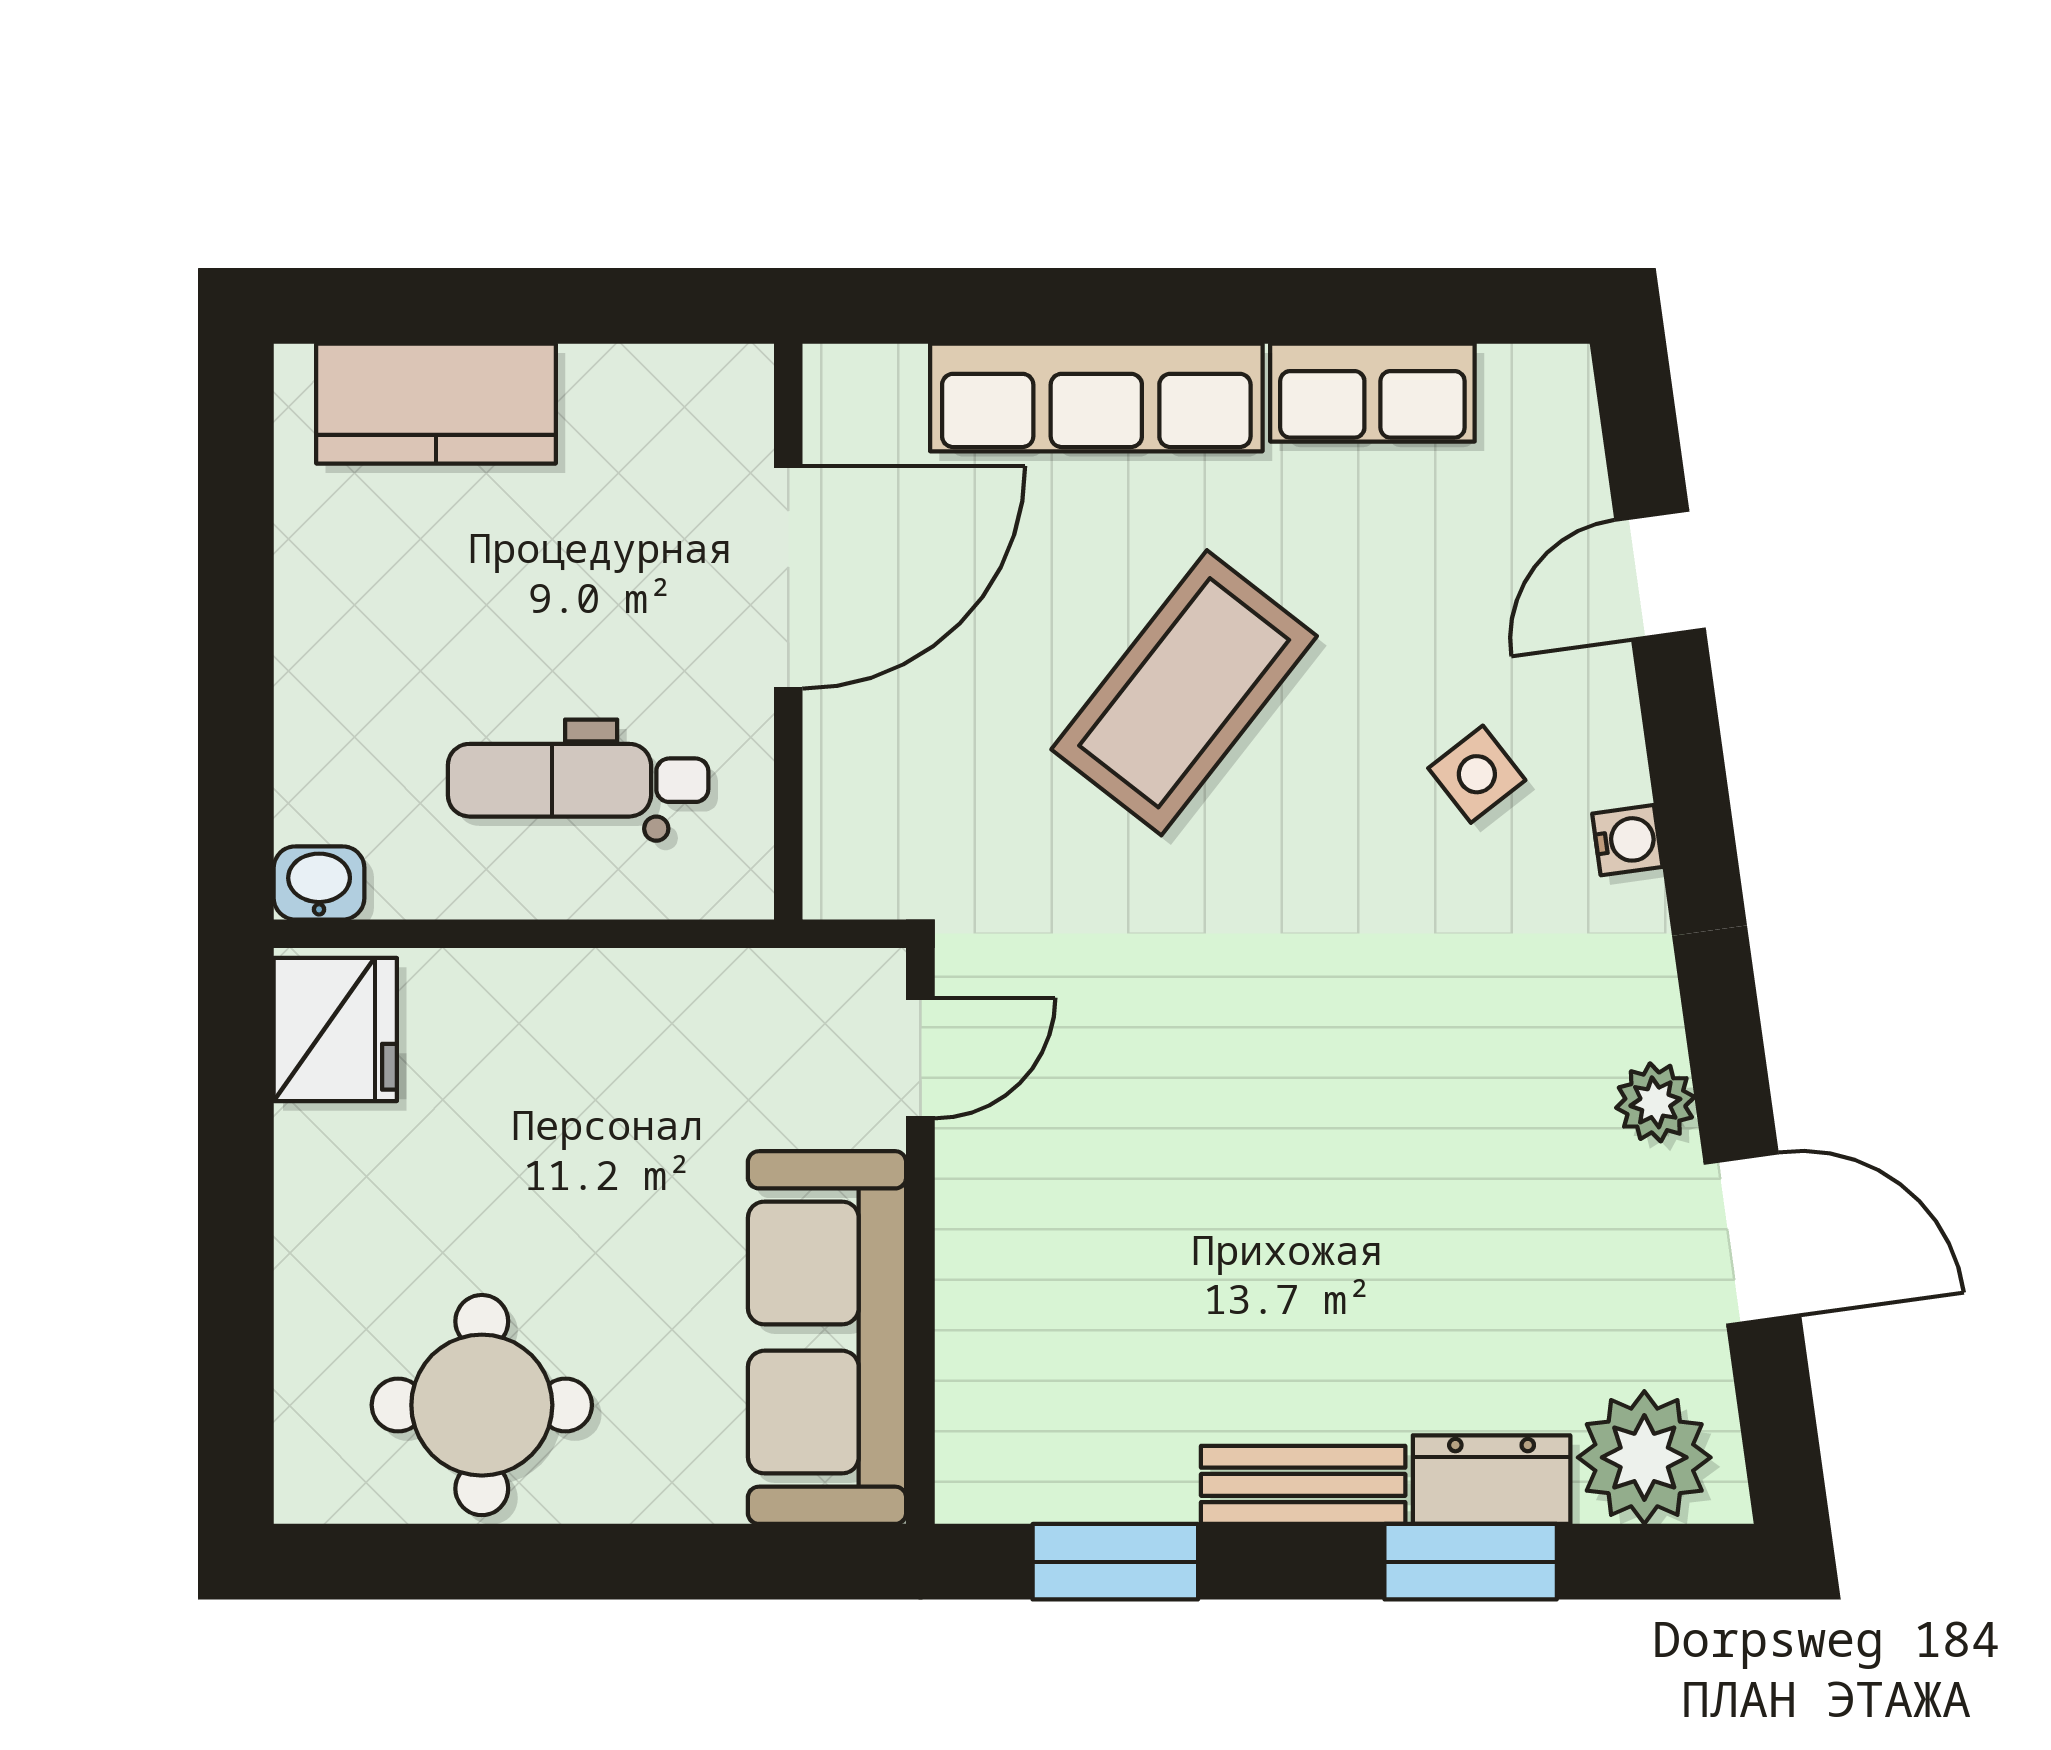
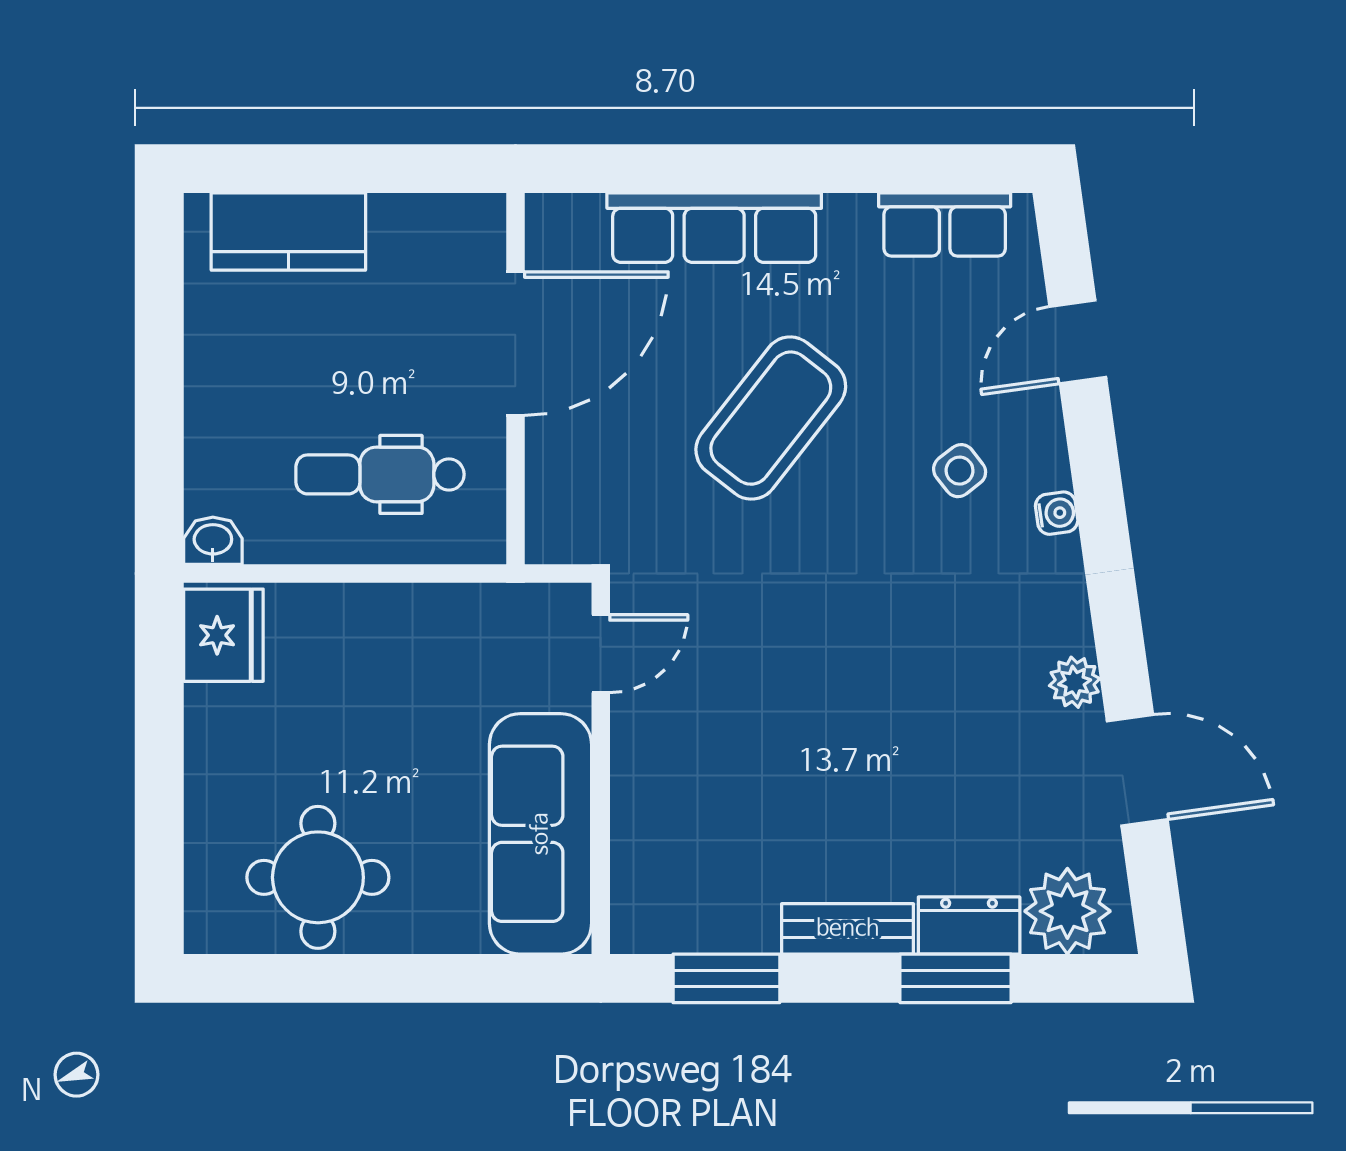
row of seats: (1372, 393) -> (945, 225), moved

